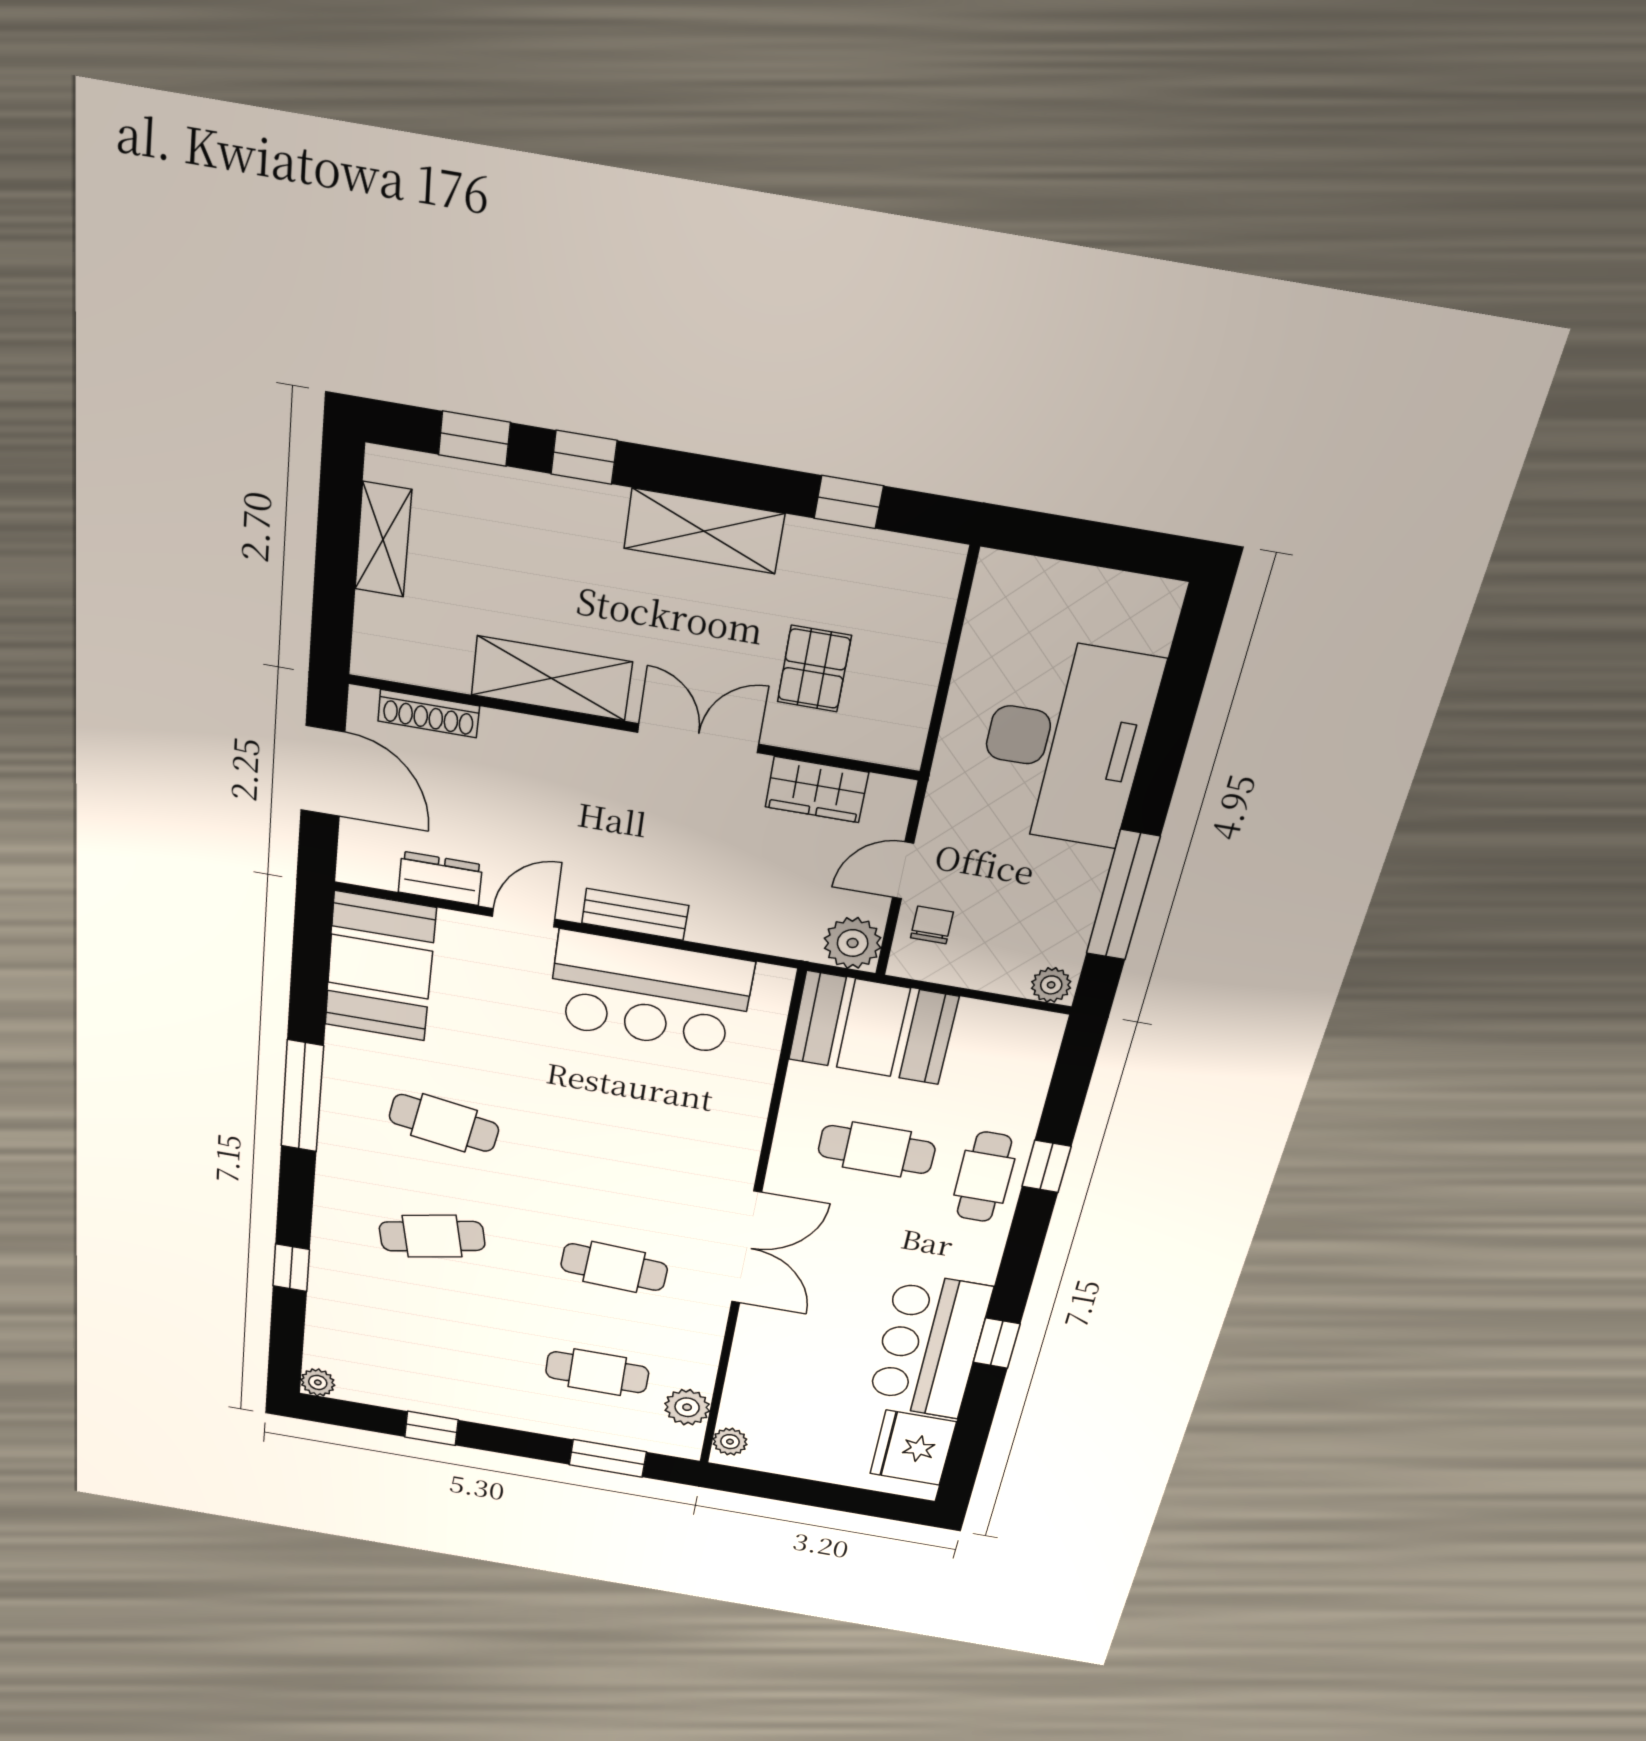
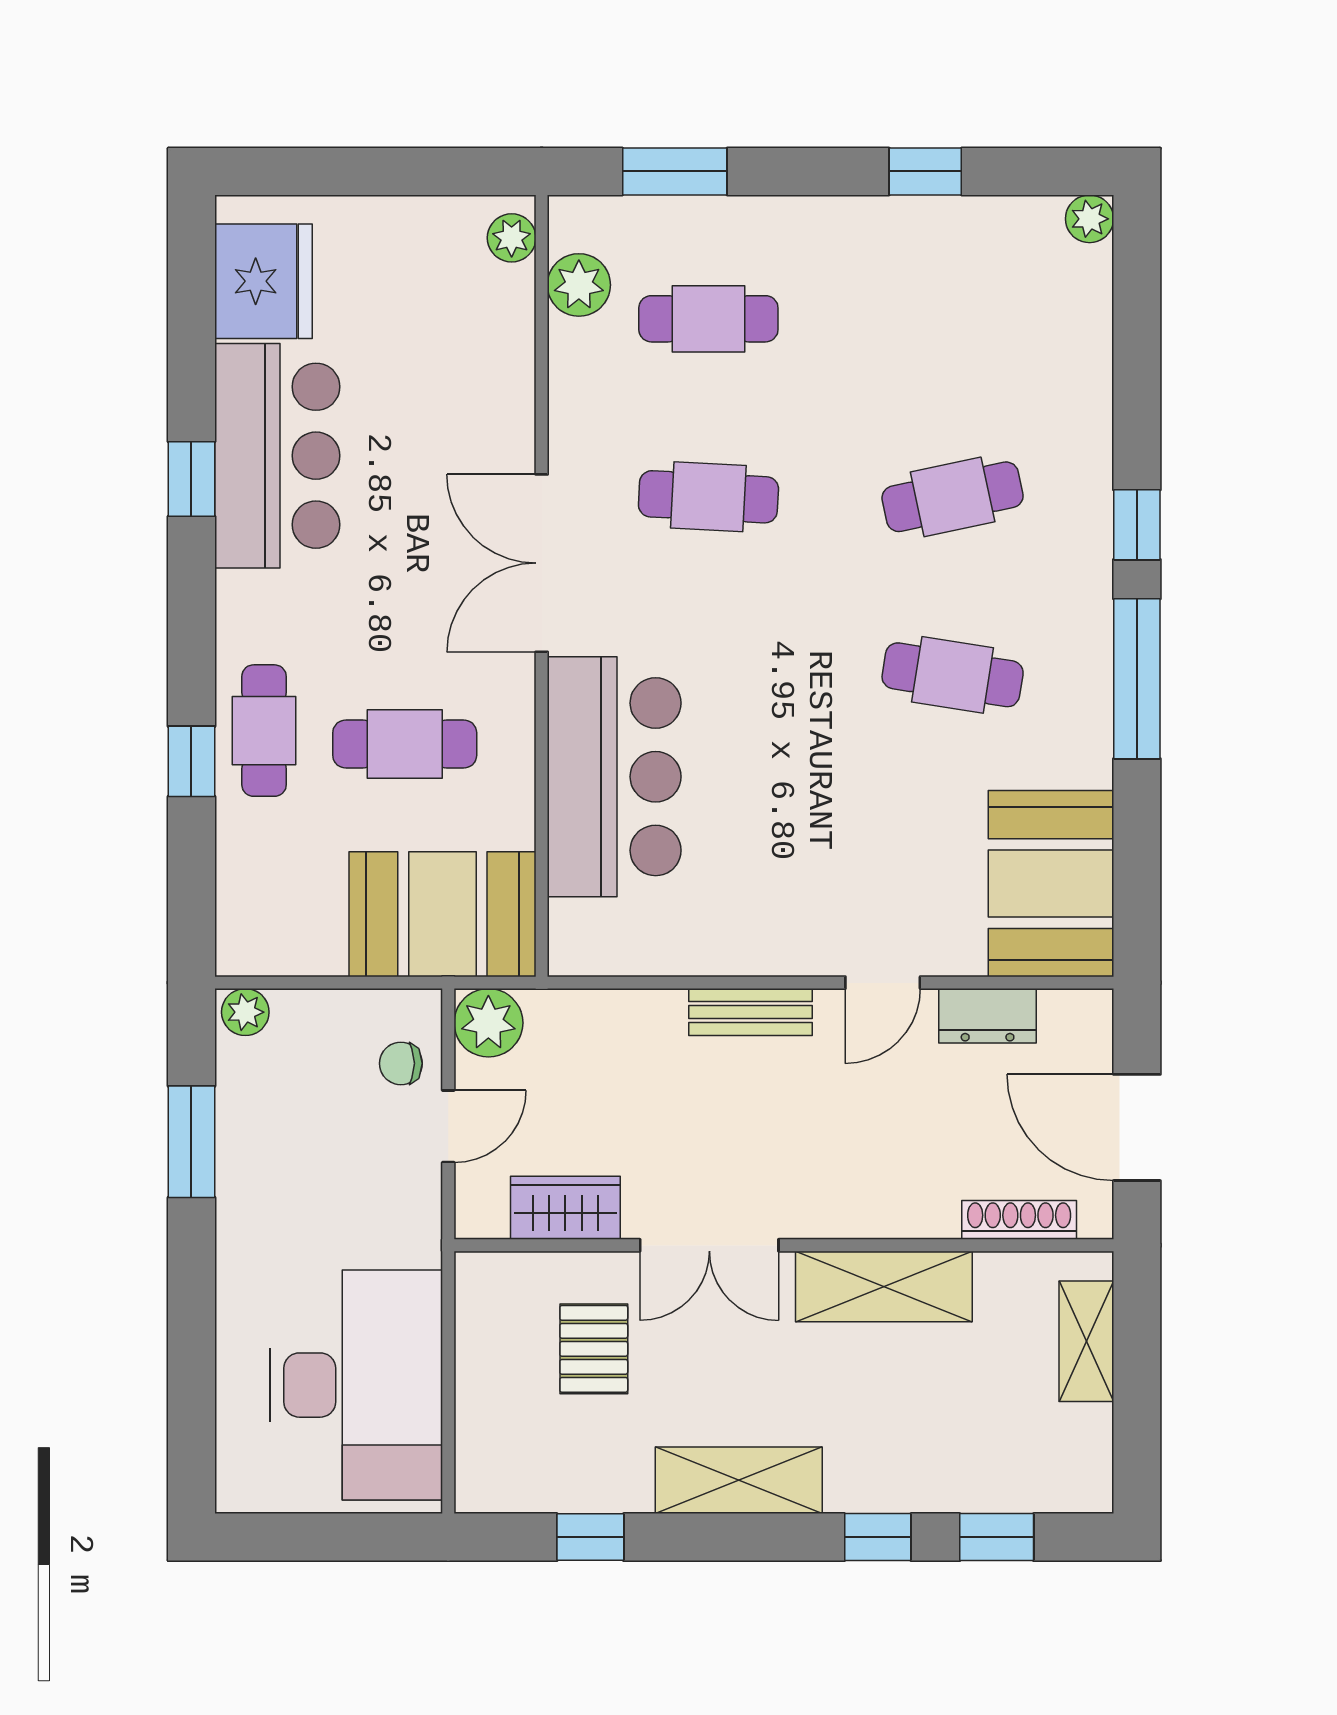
shelving: (383, 540) -> (1086, 1341), moved
desk: (1065, 743) -> (356, 1385), moved, turned 180
window: (1123, 895) -> (191, 1142), width x0.69
chair: (932, 925) -> (401, 1063), turned 90
bar counter: (650, 993) -> (614, 777), moved, turned 90
window: (291, 1268) -> (1137, 525), moved

